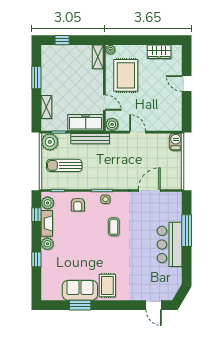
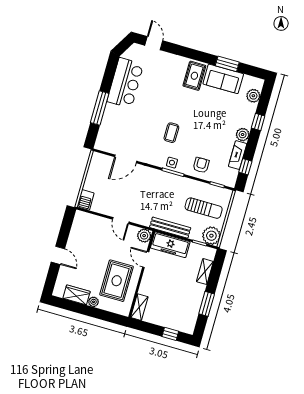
plant: (110, 50) -> (94, 302), moved
plant: (48, 203) -> (253, 96), moved
bar counter: (170, 244) -> (125, 83), moved

